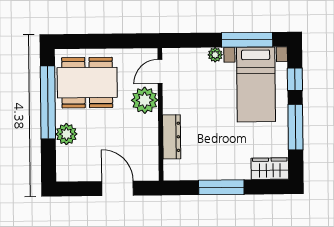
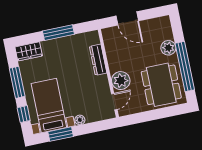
window: (247, 40) -> (61, 134), width x0.69
dining table: (87, 83) -> (161, 85), turned 90

